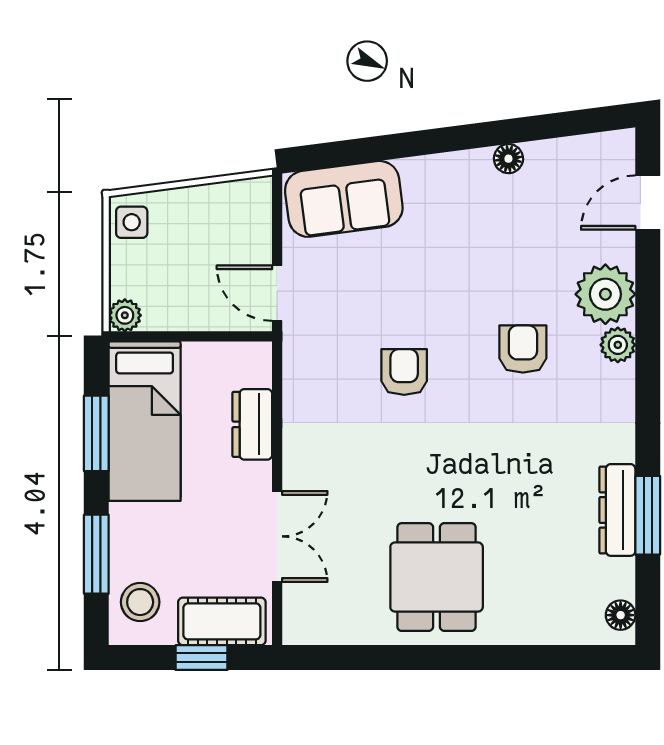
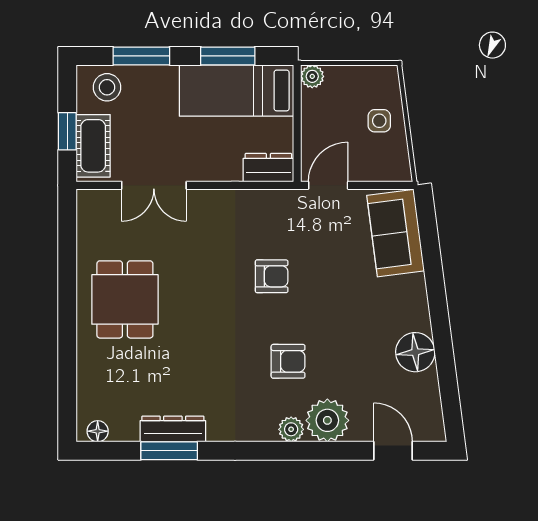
floor lamp: (508, 159) -> (415, 352), width x1.89, depth x1.89
side table: (132, 222) -> (379, 121), moved
dresser: (252, 424) -> (268, 168), moved
dining table: (437, 577) -> (125, 299), turned 90

